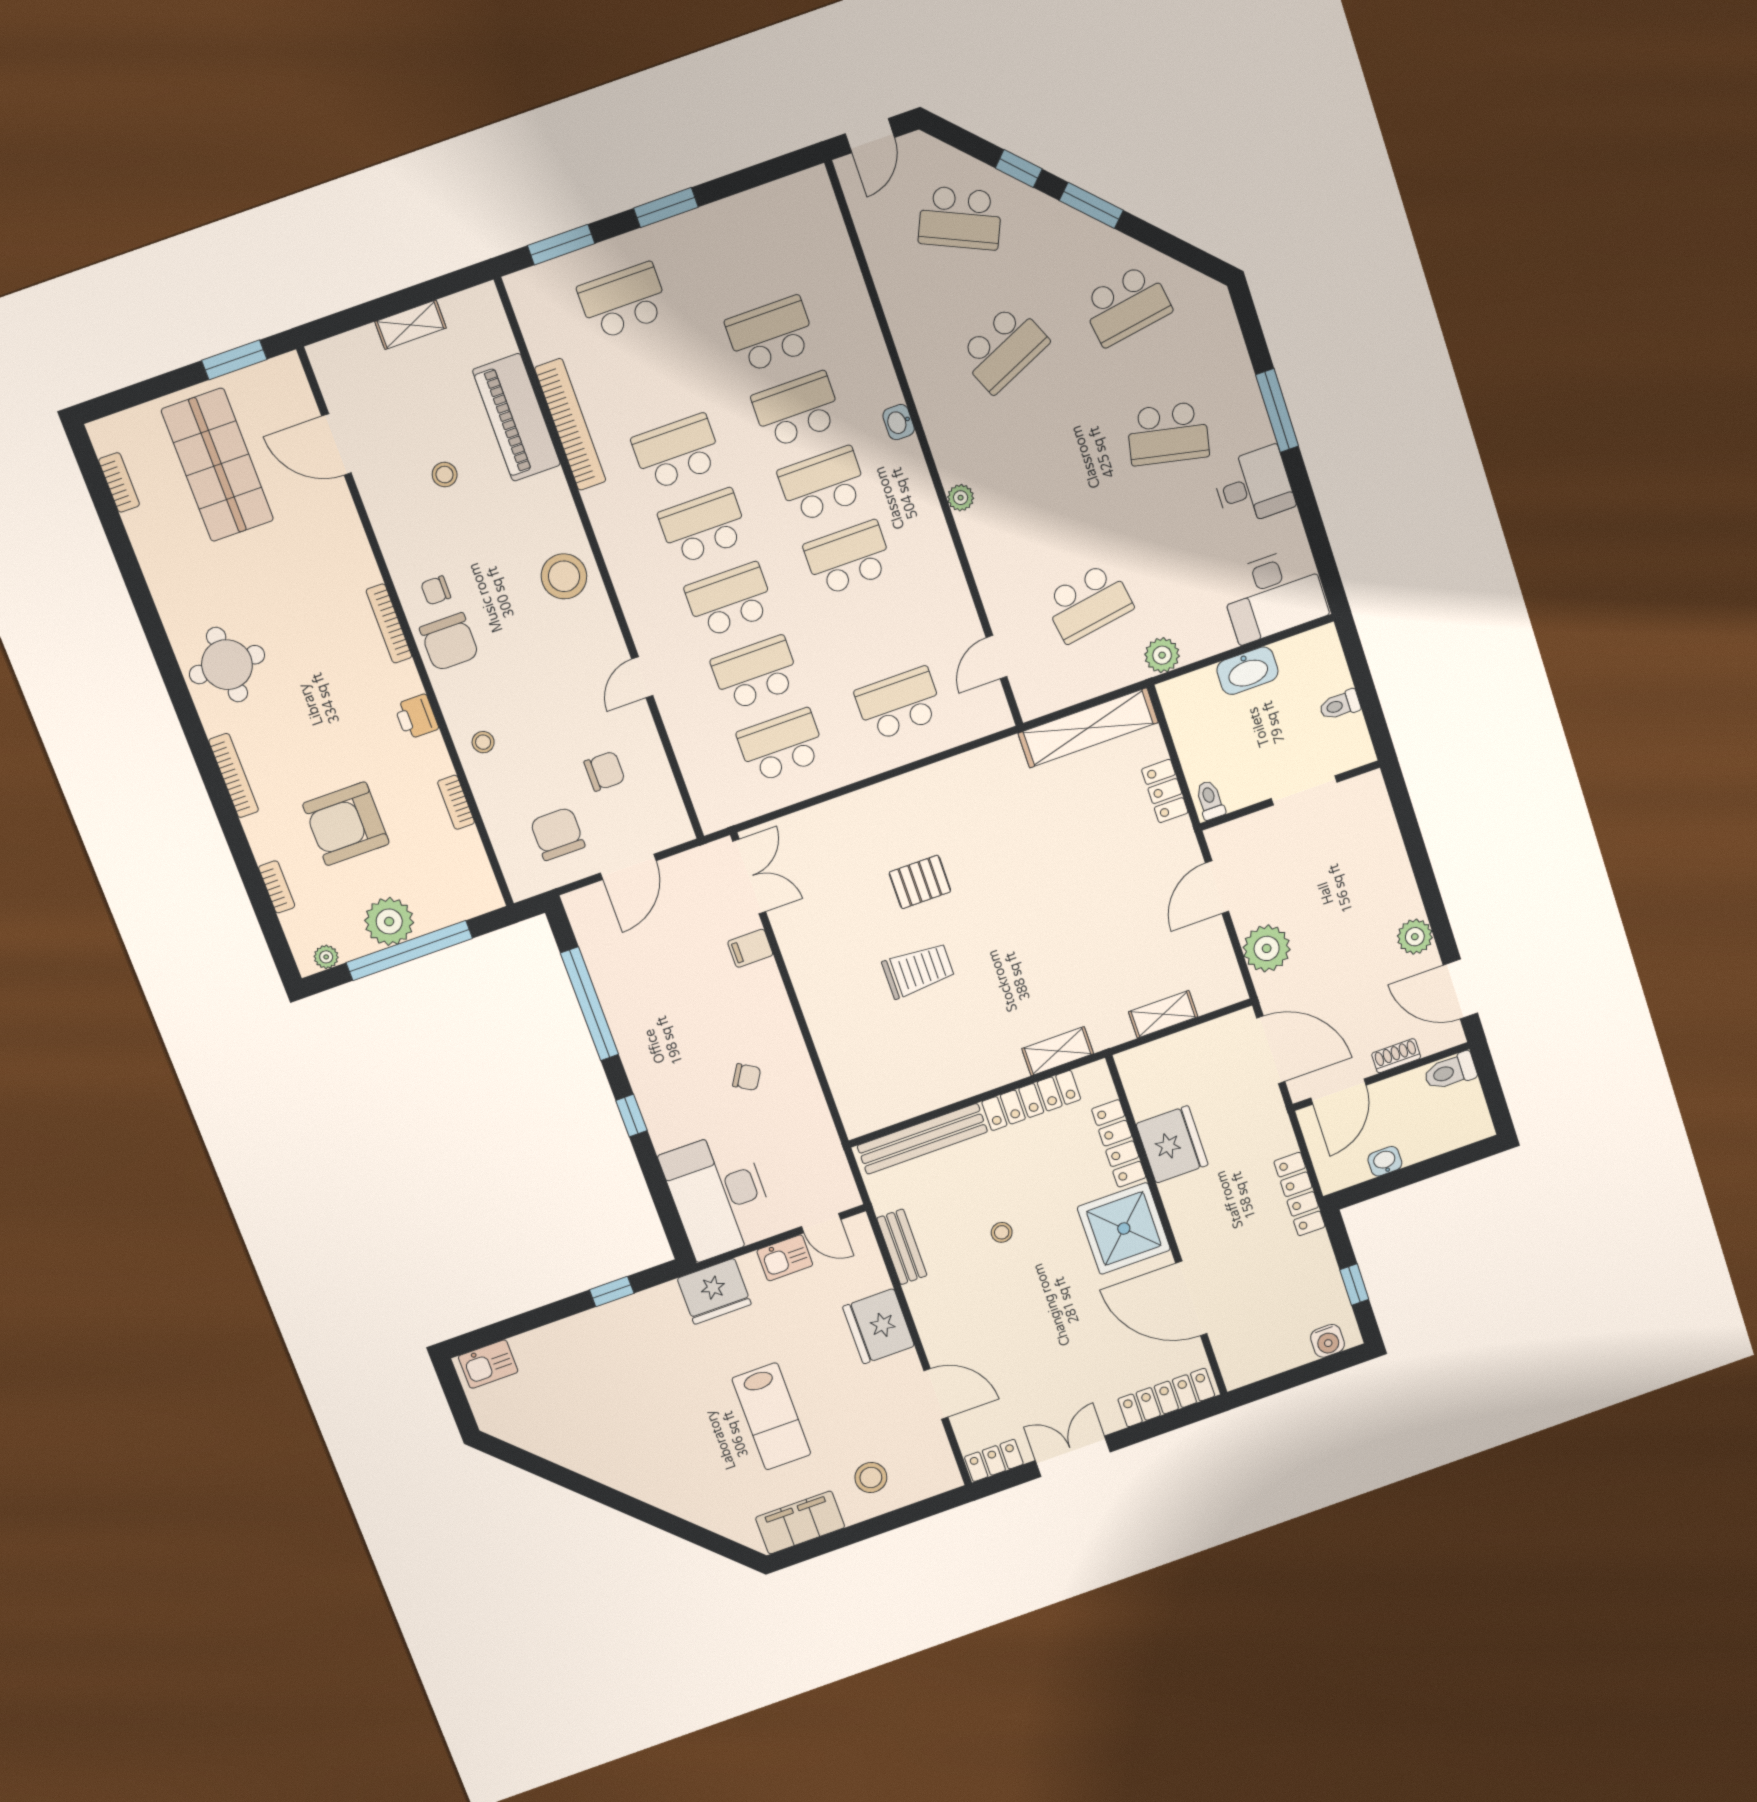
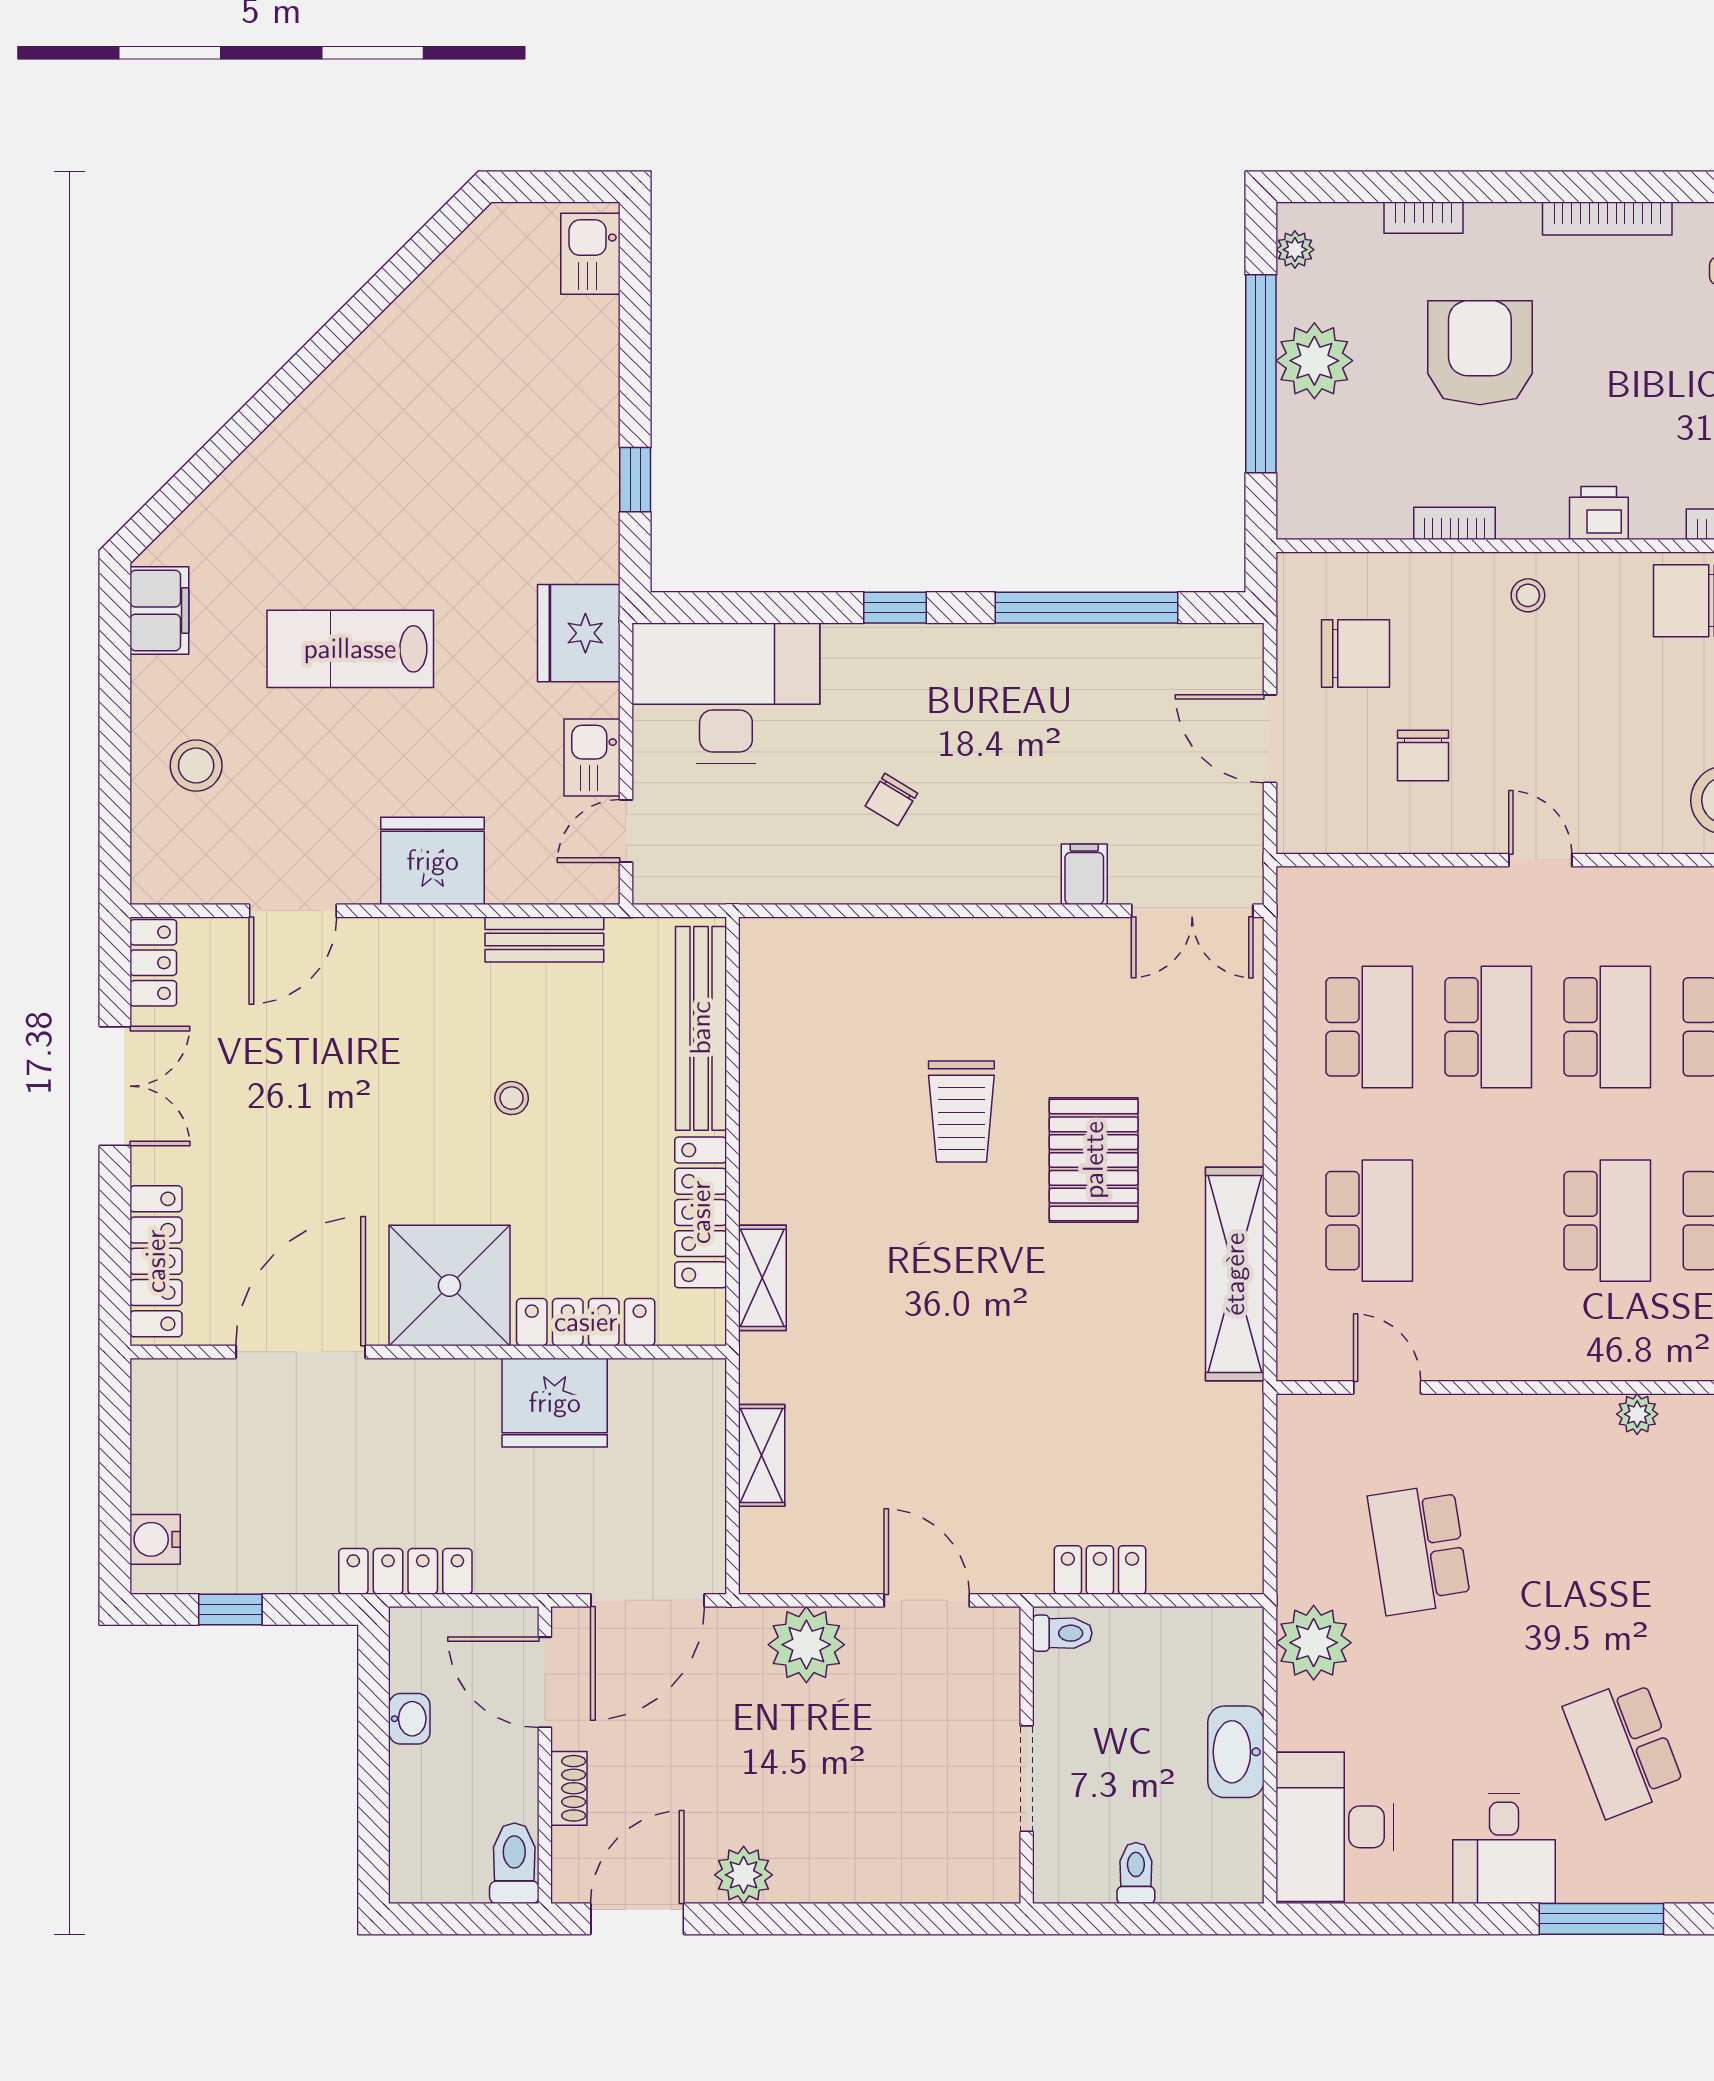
school desk: (1168, 434) -> (1624, 1748), turned -33
plant: (1162, 655) -> (1314, 1643), width x1.36, depth x1.36
shelving: (1088, 728) -> (1235, 1274), moved
pallet: (920, 882) -> (1094, 1160), width x1.50, depth x1.42
filing cabinet: (800, 1522) -> (159, 611), width x0.67, depth x0.86

